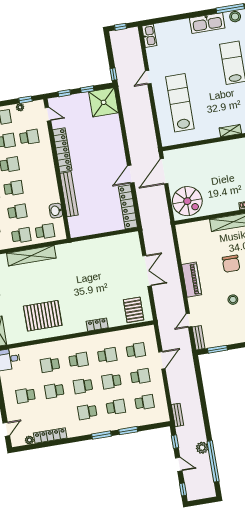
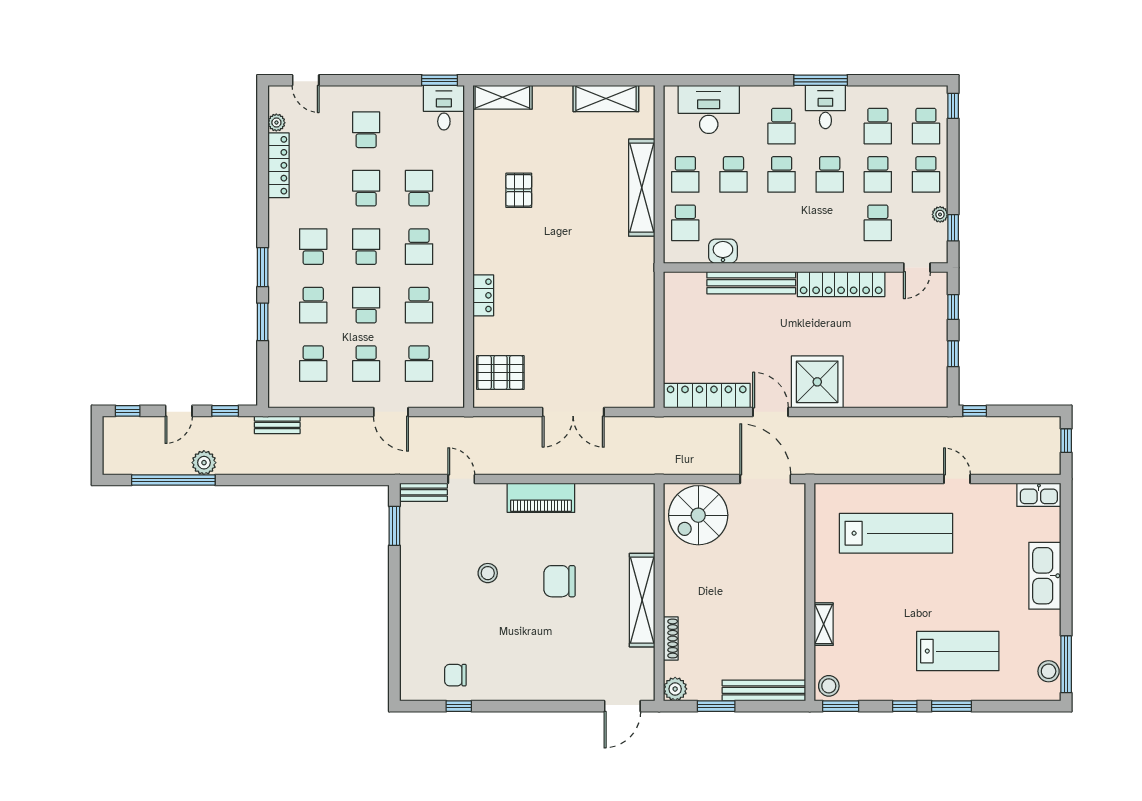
kitchen sink: (207, 23) -> (1045, 576), moved
shower: (104, 102) -> (817, 382), moved
pallet: (43, 316) -> (519, 190), width x0.49, depth x0.50

